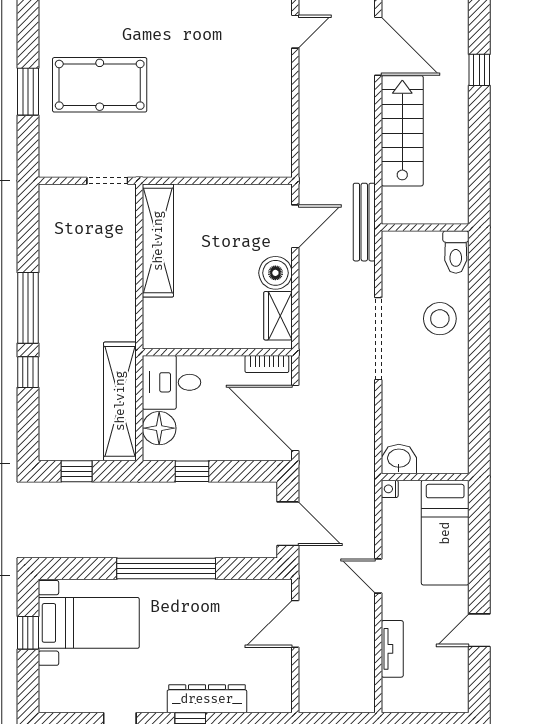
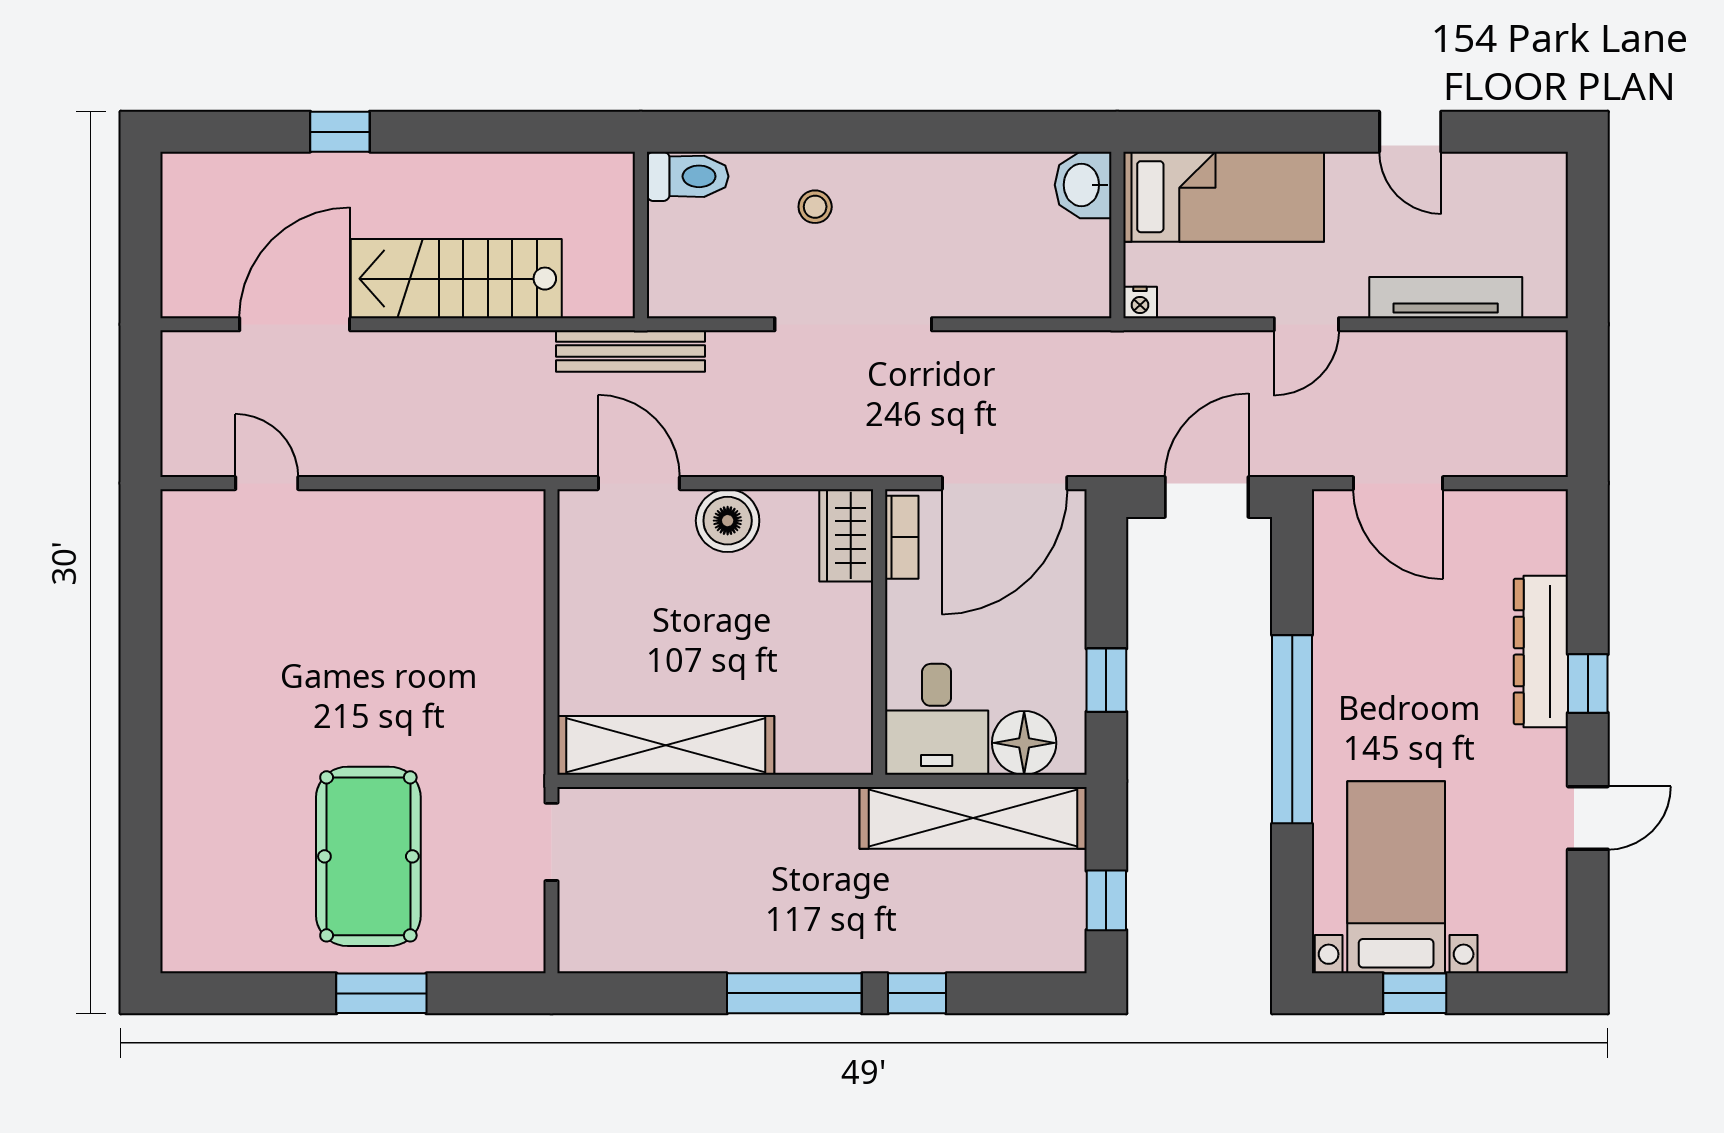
wardrobe: (278, 316) -> (846, 535), moved, turned 90
stool: (440, 319) -> (815, 207), width x0.53, depth x0.53
washbasin: (399, 459) -> (1083, 185), moved
tv unit: (392, 649) -> (1446, 298), width x1.41

